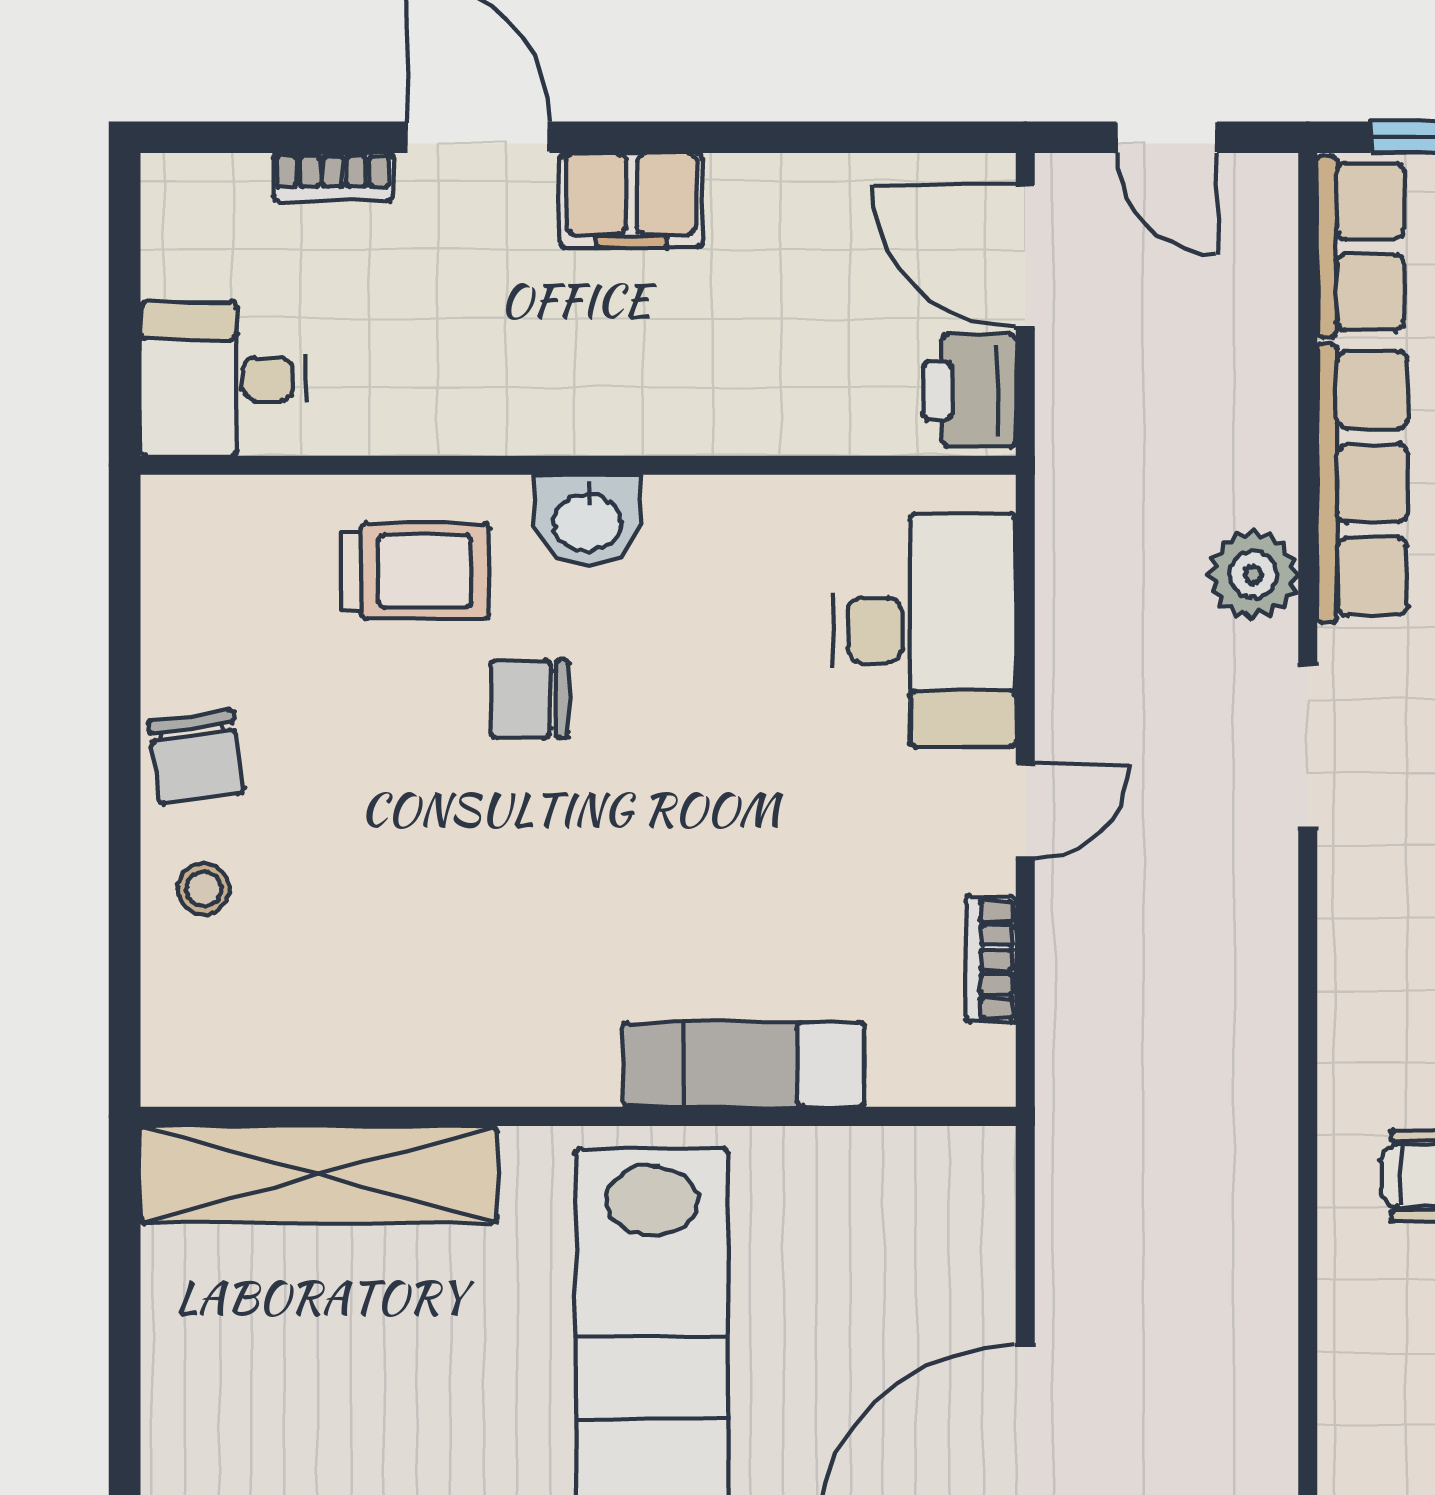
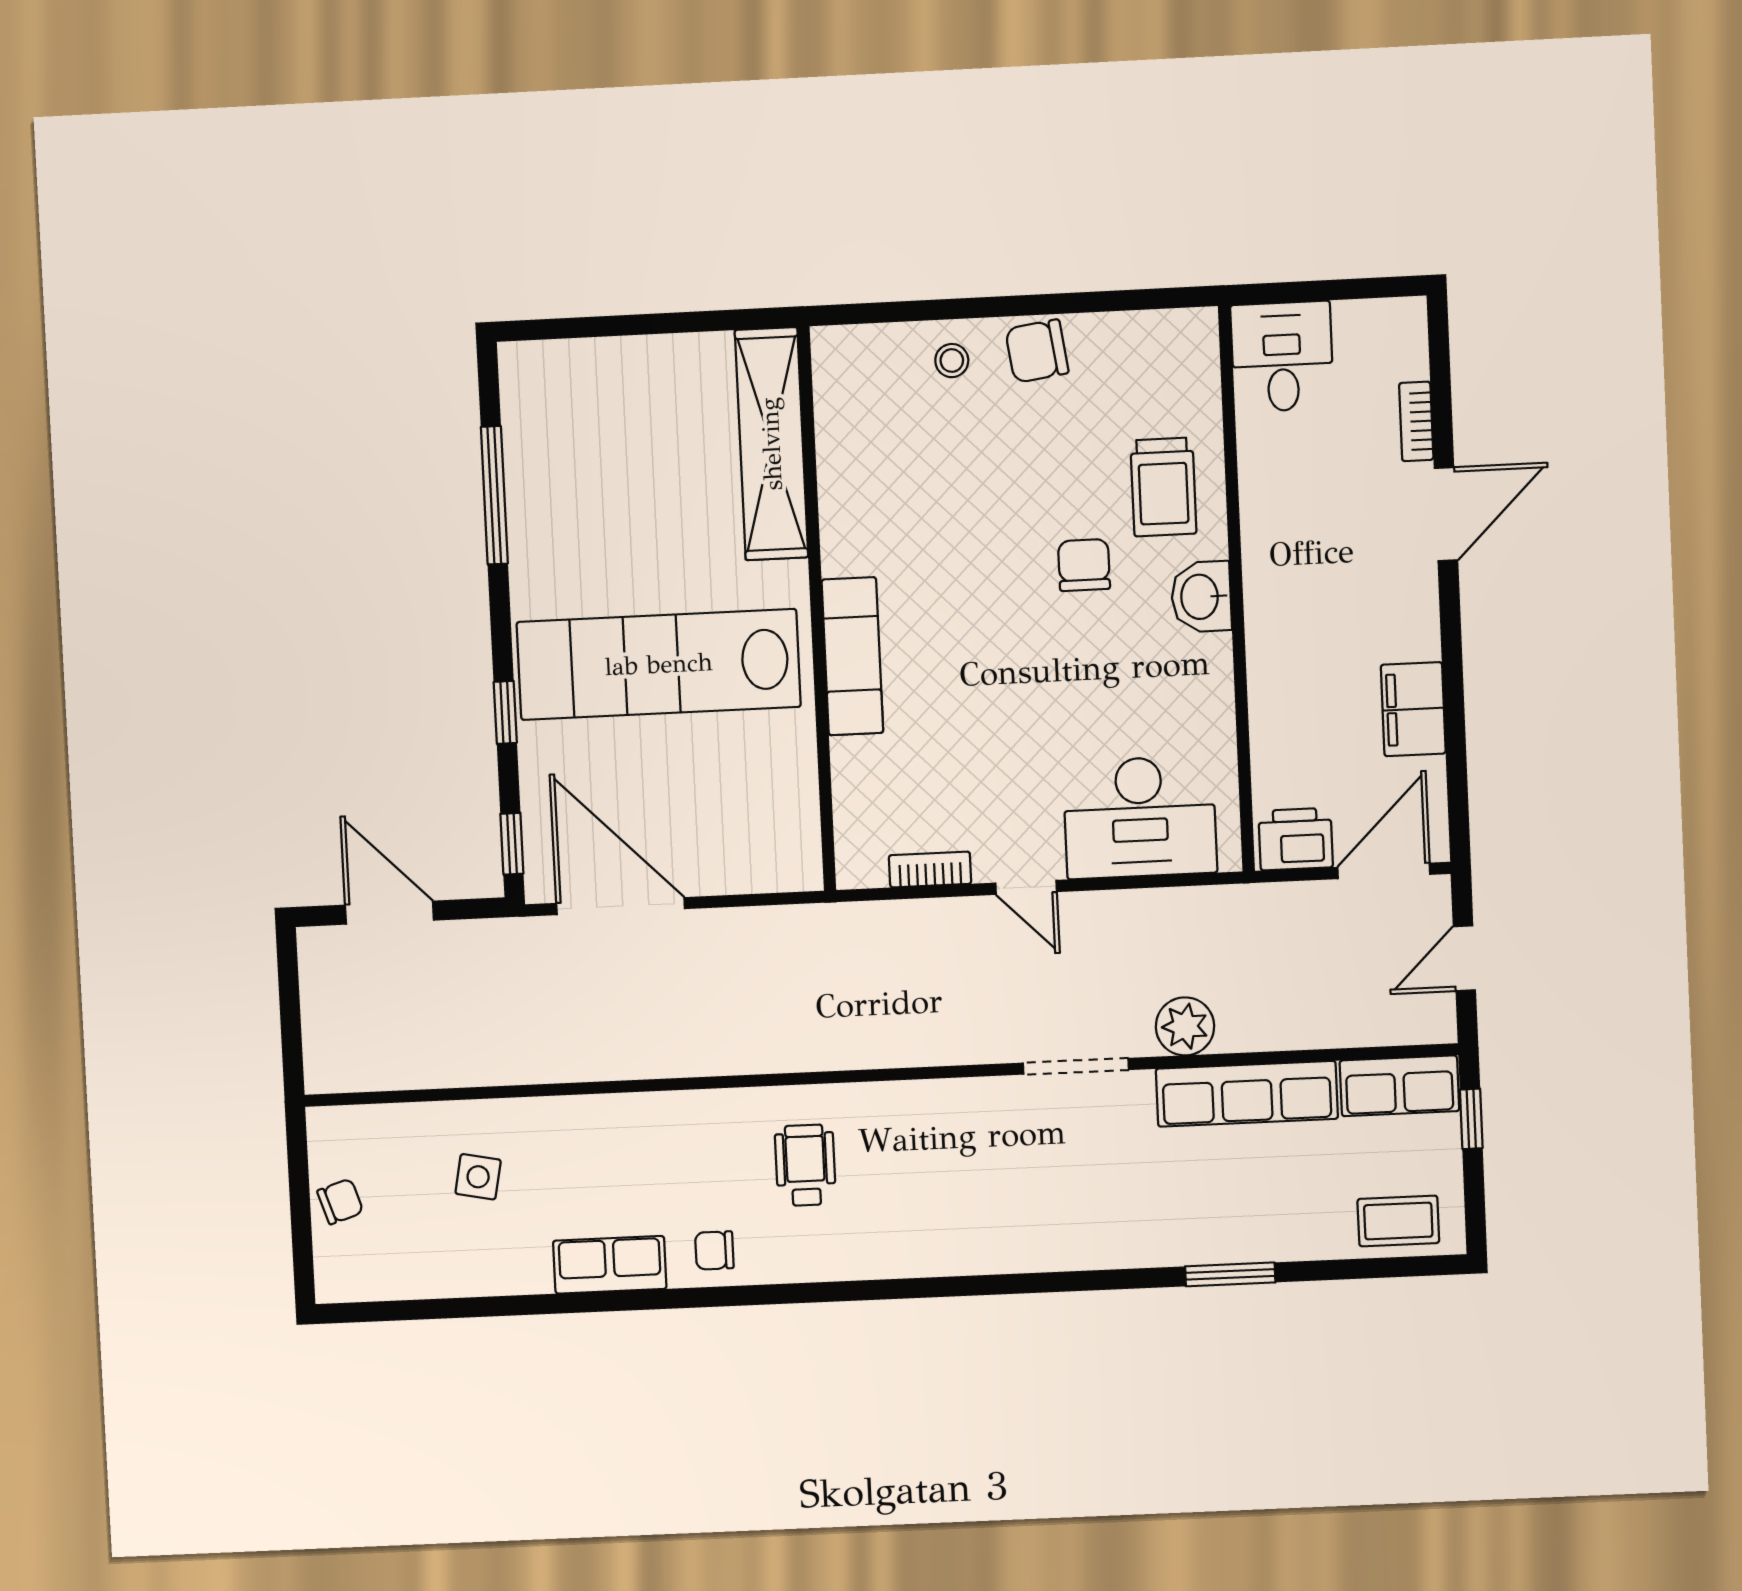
filing cabinet: (631, 200) -> (1413, 709), moved
exam couch: (743, 1065) -> (852, 656), moved

